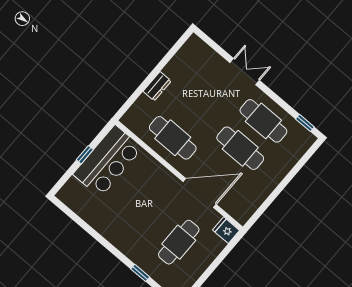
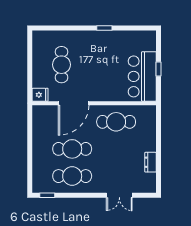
double door: (245, 72) -> (119, 195), moved
dresser: (157, 86) -> (150, 162), moved
window: (140, 273) -> (104, 28), moved

